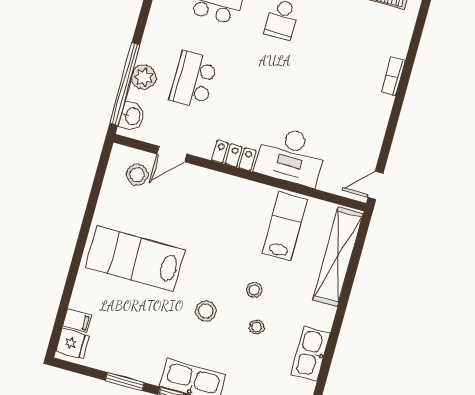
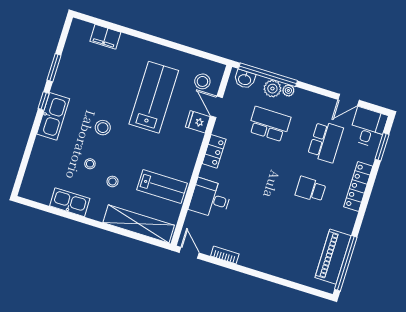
plant: (146, 55) -> (288, 90), added
bookcase: (393, 76) -> (225, 255), moved
desk: (291, 156) -> (210, 199), width x0.73
lab bench: (135, 259) -> (154, 97), moved
stool: (254, 290) -> (112, 181), moved
filing cabinet: (77, 321) -> (105, 37), width x2.00
fridge: (73, 343) -> (198, 122), moved, turned 90

